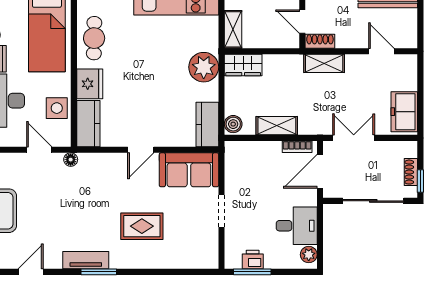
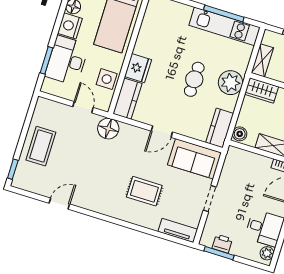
cafe table: (94, 38) -> (194, 79), moved
floor lamp: (71, 160) -> (108, 129), width x1.89, depth x1.89
tv unit: (86, 260) -> (178, 230), moved
door: (31, 272) -> (59, 204), moved
window: (99, 272) -> (100, 216), removed

